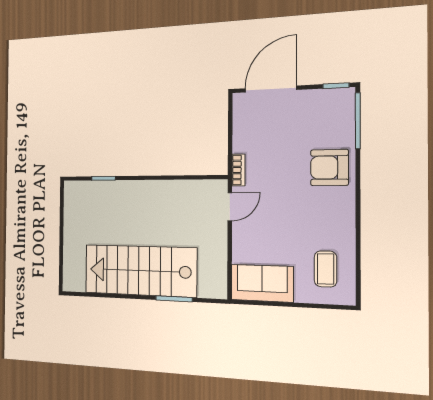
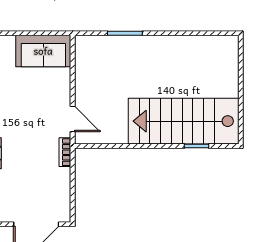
door: (230, 207) -> (73, 119), swing flipped
stairs: (140, 271) -> (184, 121), moved, turned 180

